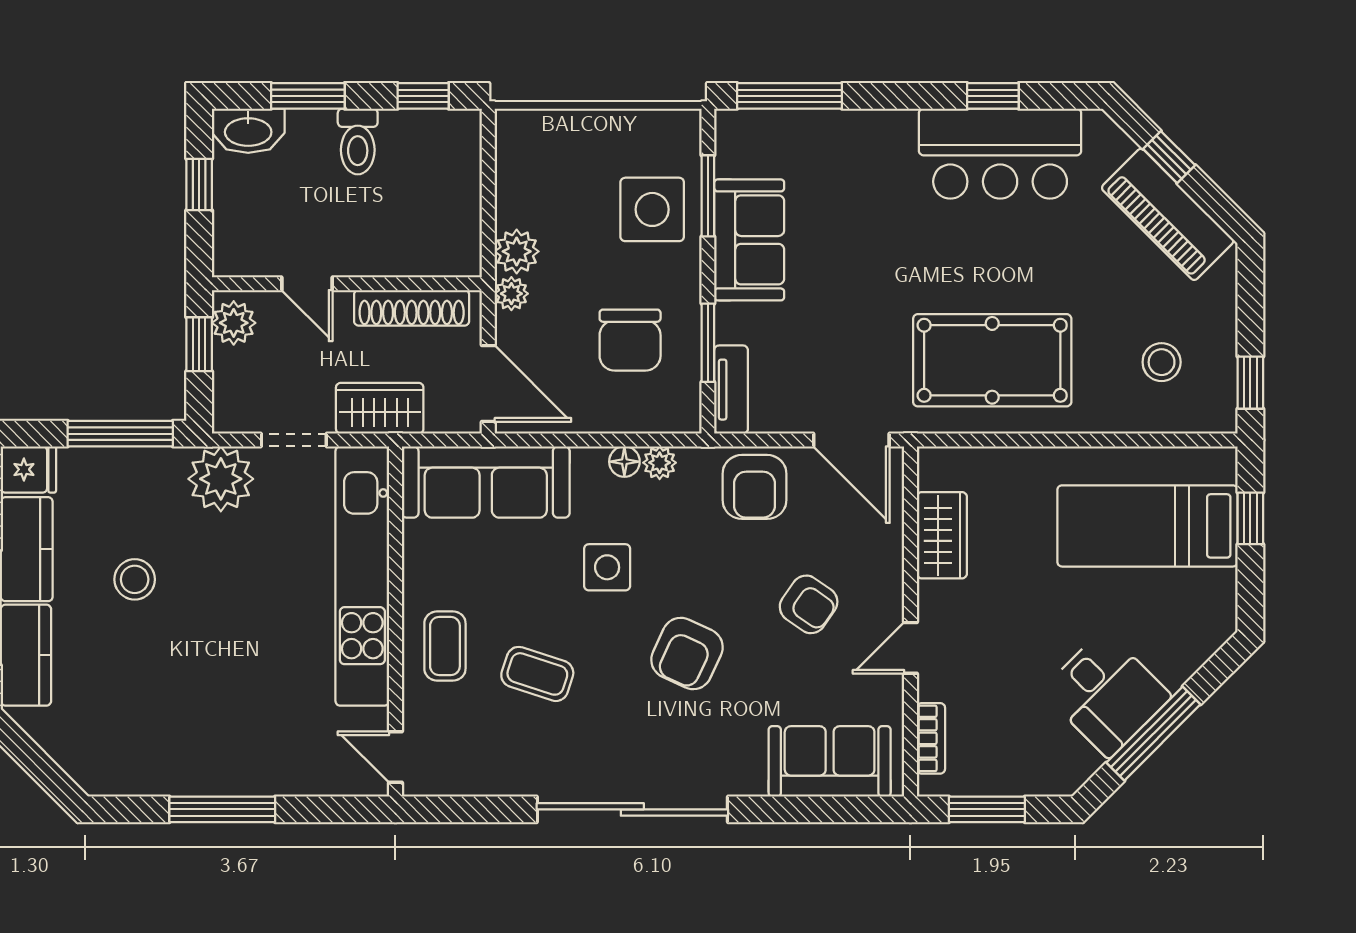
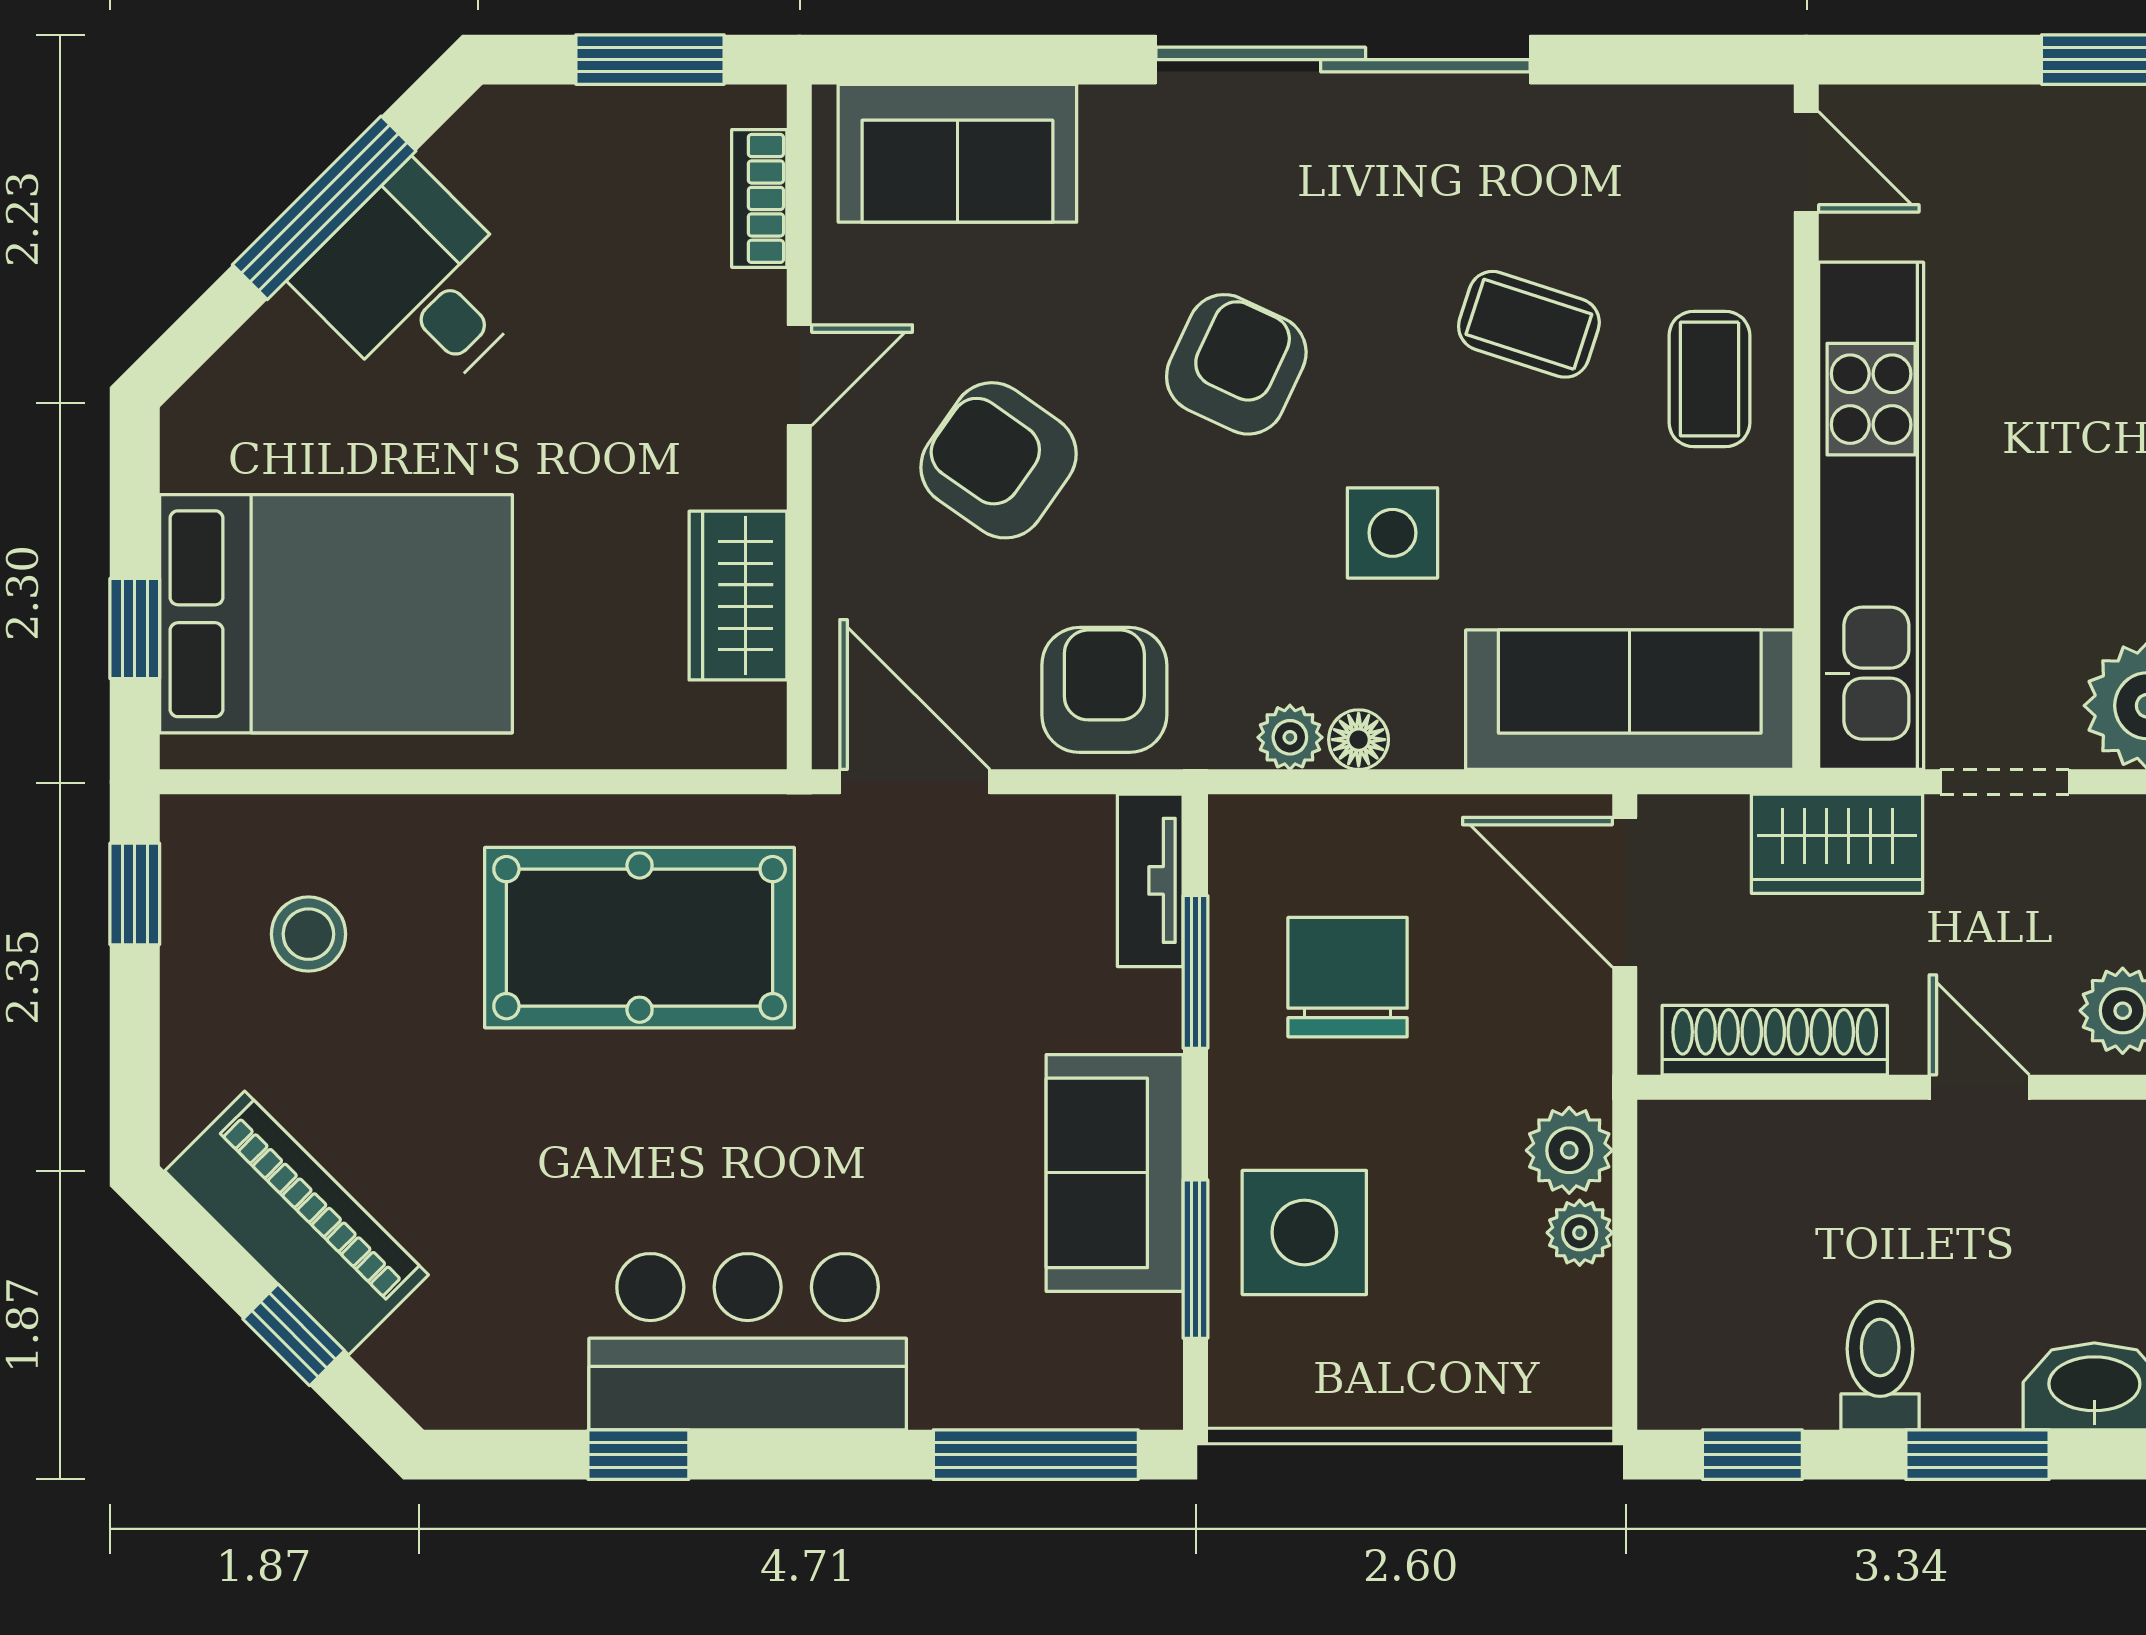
bar counter: (1000, 154) -> (748, 1342), moved
plant: (511, 294) -> (1580, 1233), moved
bed: (1148, 526) -> (336, 614), width x1.50
armchair: (809, 604) -> (999, 460), width x1.38, depth x1.38

